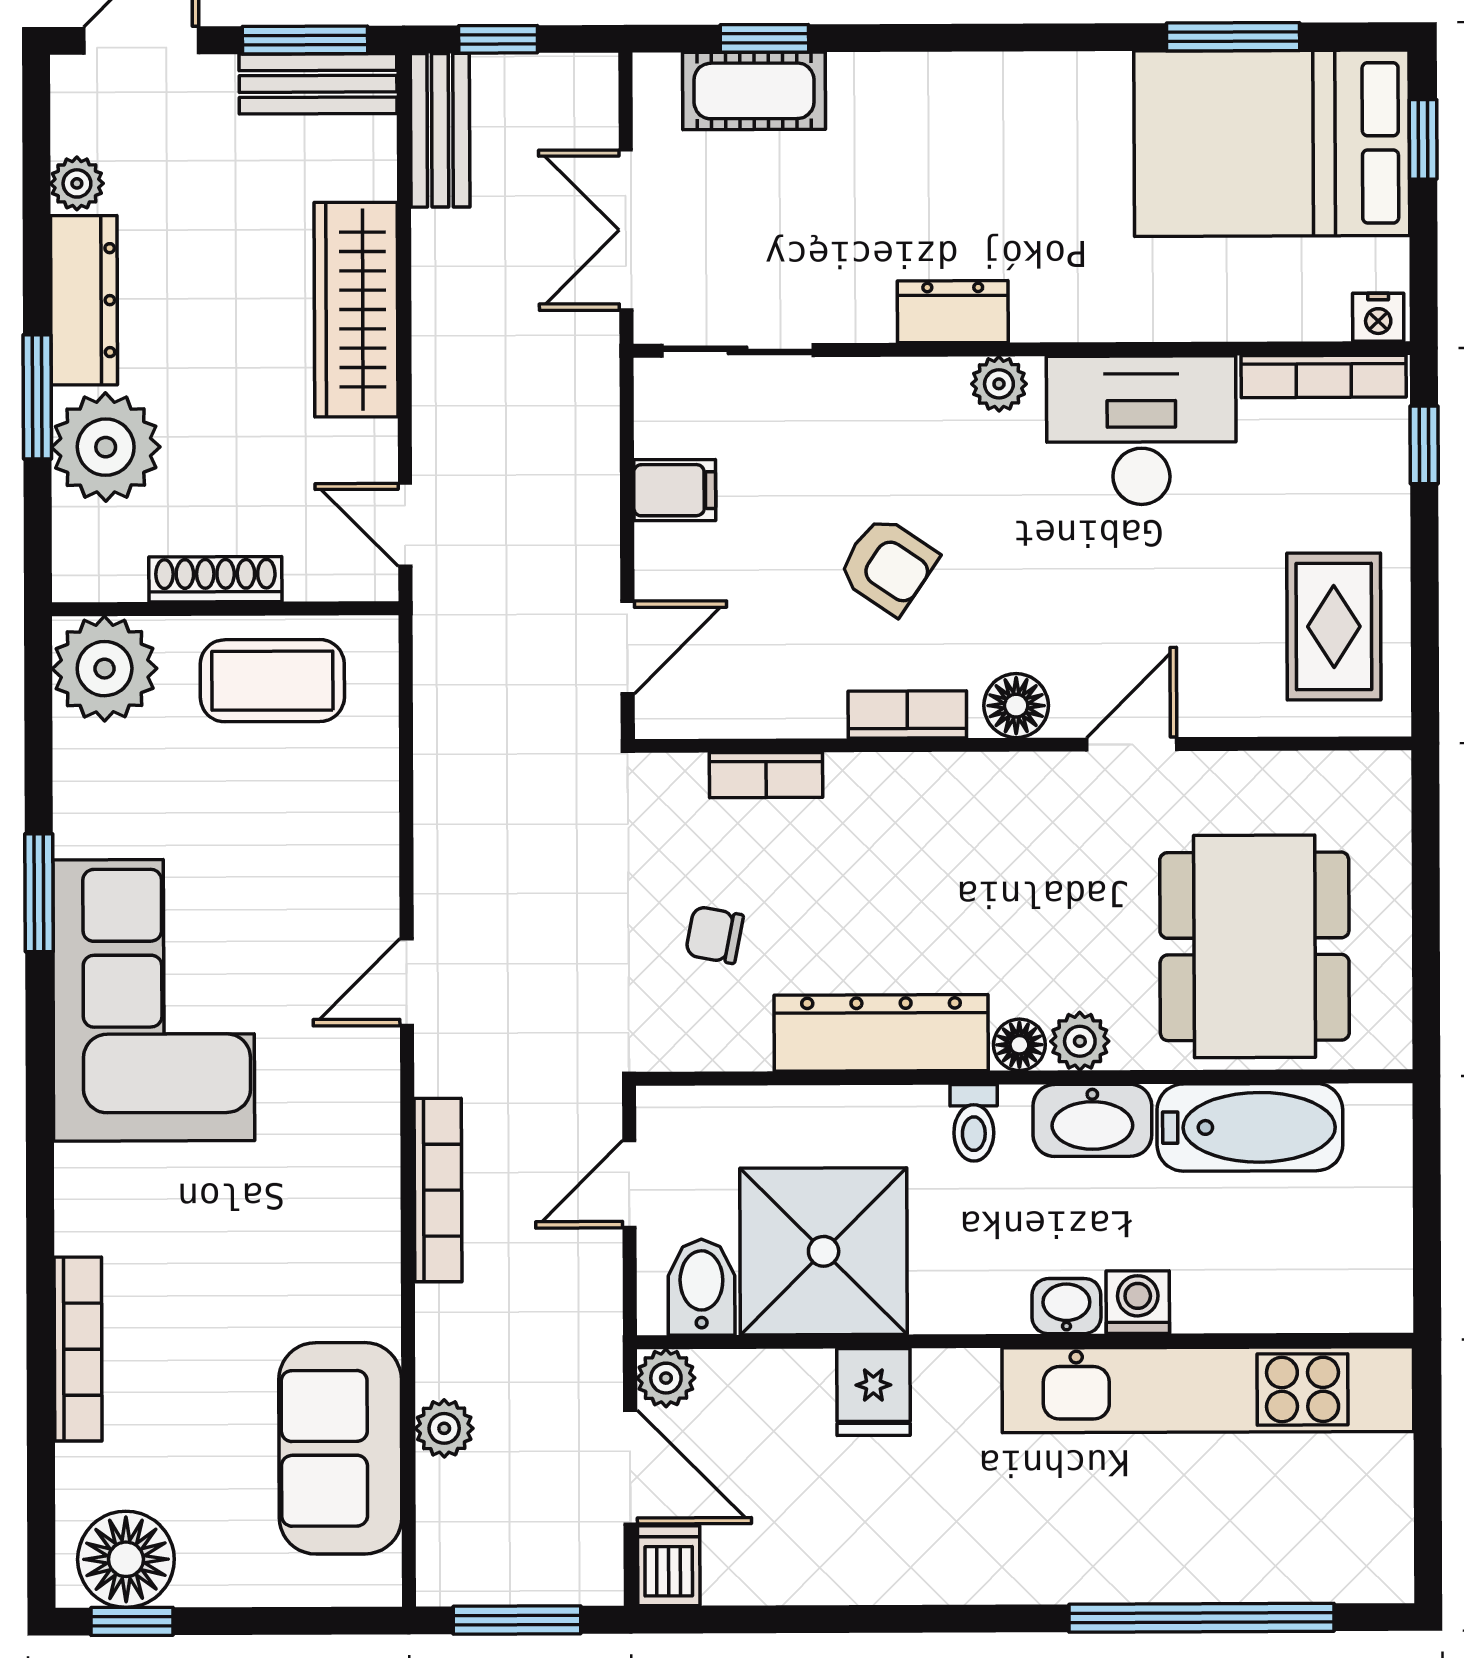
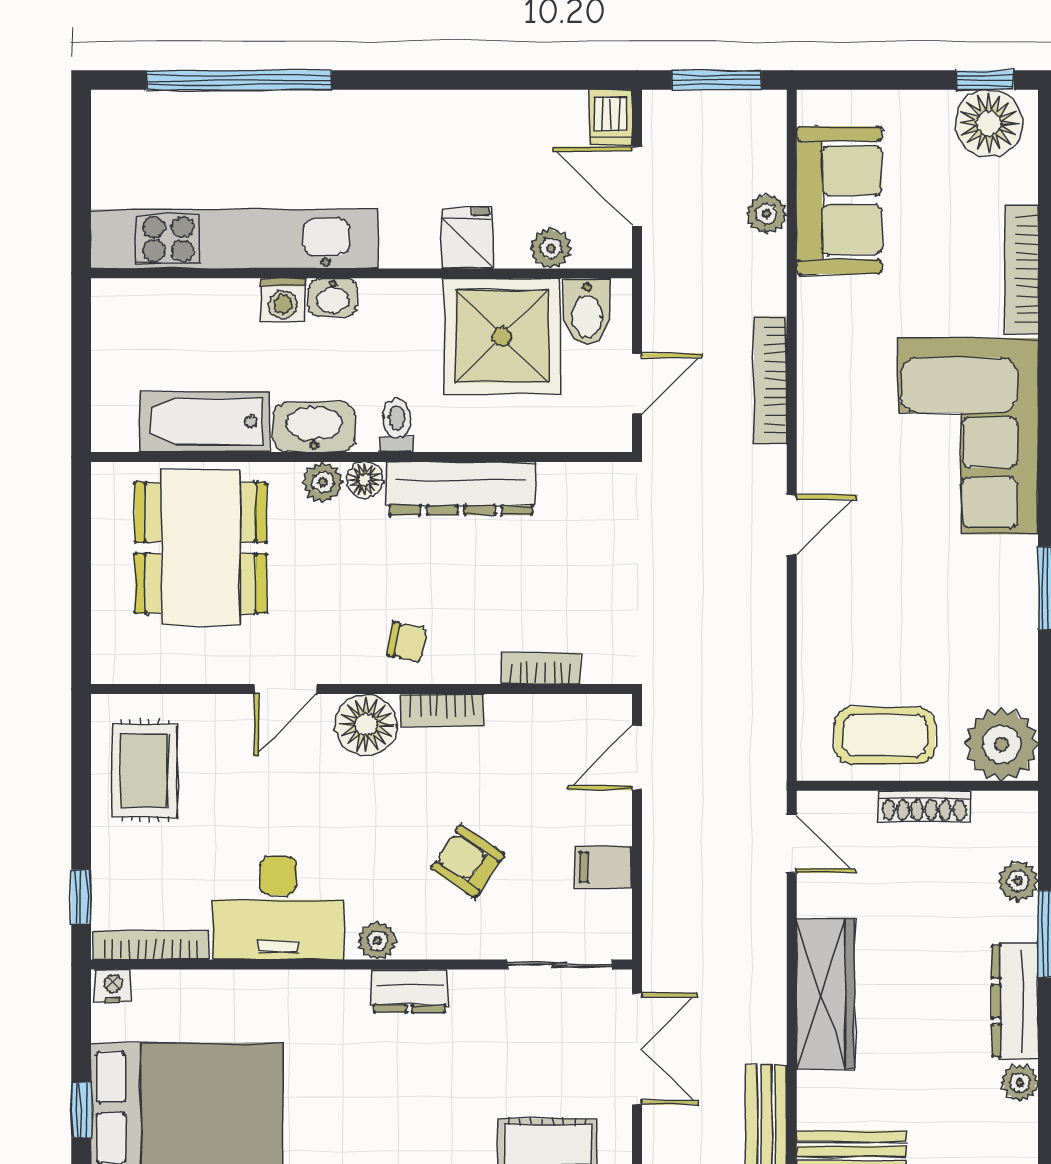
plant: (106, 447) -> (1018, 881), width x0.53, depth x0.53
armchair: (888, 565) -> (468, 861), moved
floor lamp: (1016, 706) -> (366, 725), width x1.38, depth x1.38
chair: (714, 935) -> (407, 642), moved
corner sofa: (154, 1000) -> (968, 436), moved
plant: (666, 1378) -> (551, 248), moved

